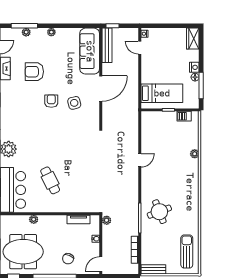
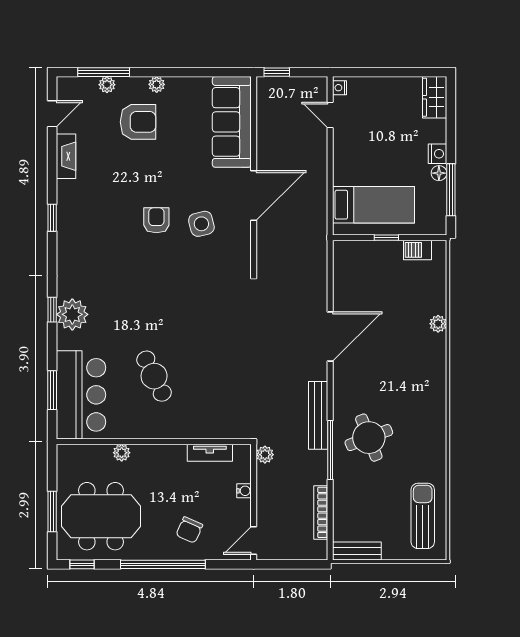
bench: (107, 45) -> (318, 415), moved
armchair: (34, 72) -> (138, 122), moved, turned 180
door: (140, 160) -> (330, 337), width x1.87

